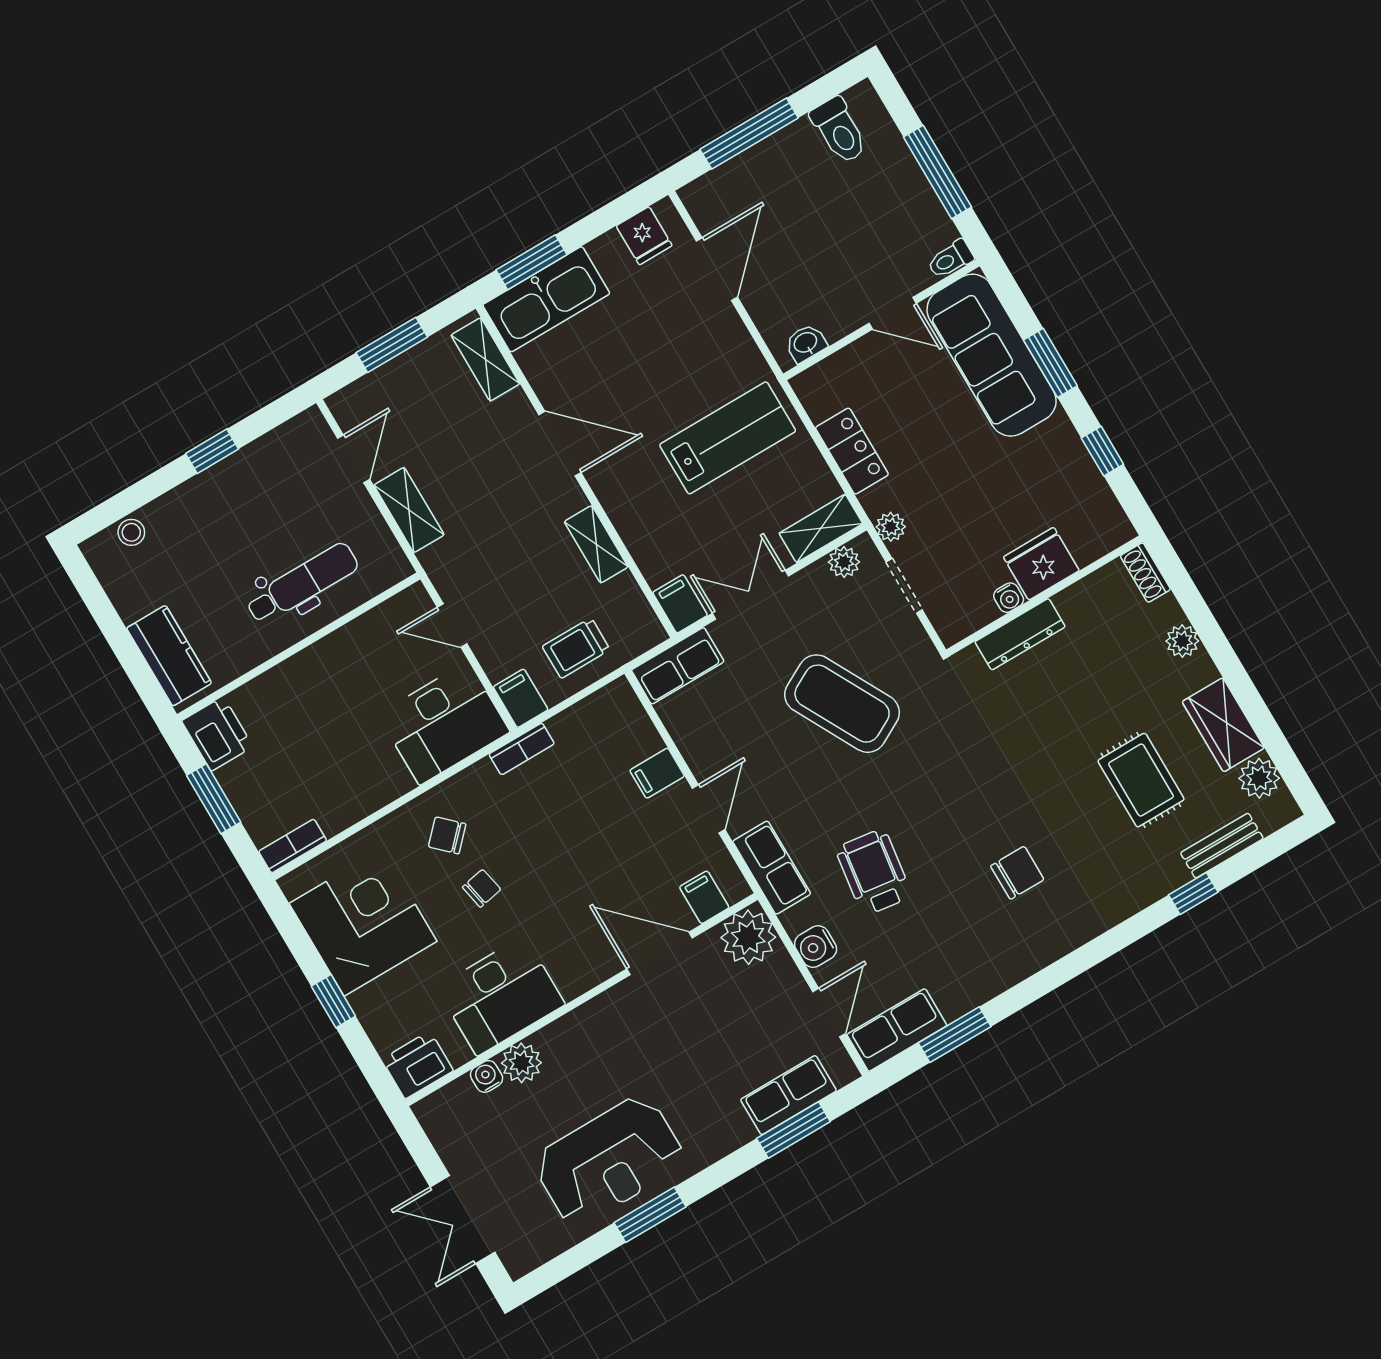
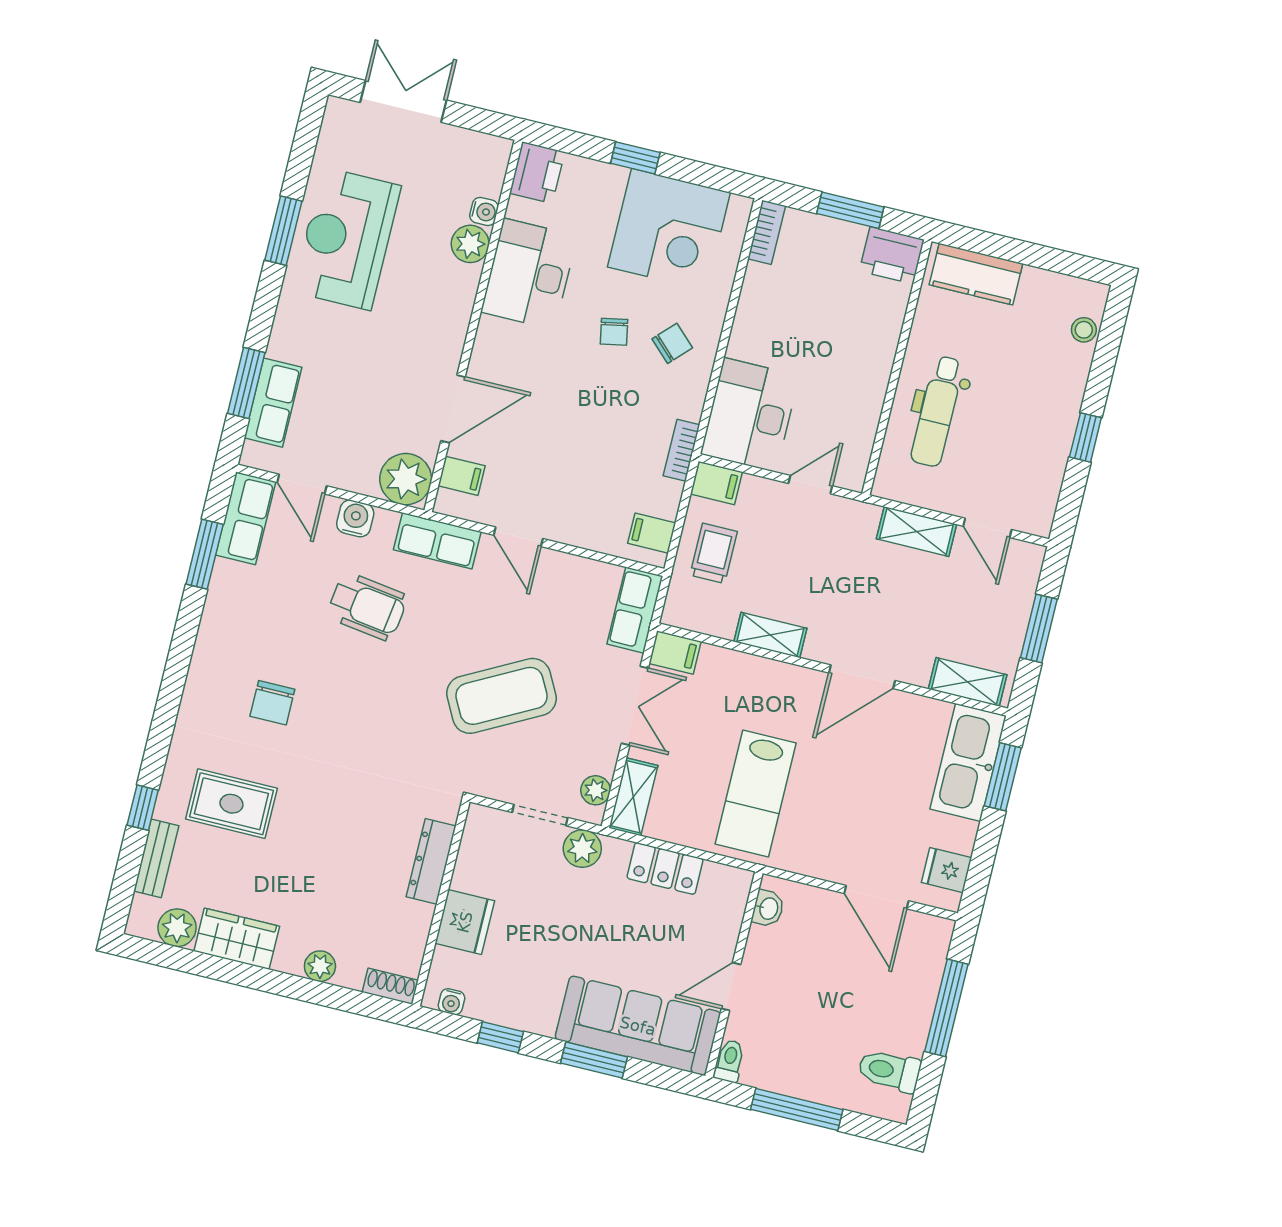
plant: (891, 527) -> (582, 849), width x1.38, depth x1.38
water cooler: (1009, 598) -> (451, 1002), moved, turned -90
filing cabinet: (657, 773) -> (652, 533), moved, turned -90
rug: (1141, 780) -> (231, 804), moved

